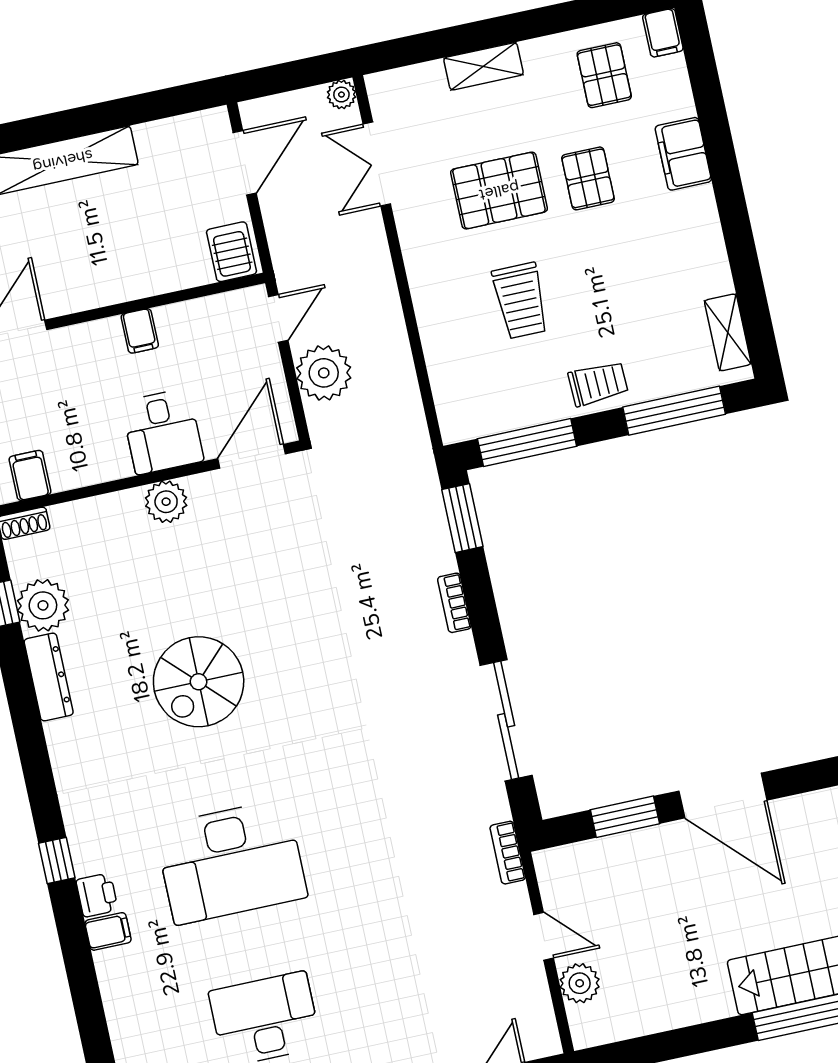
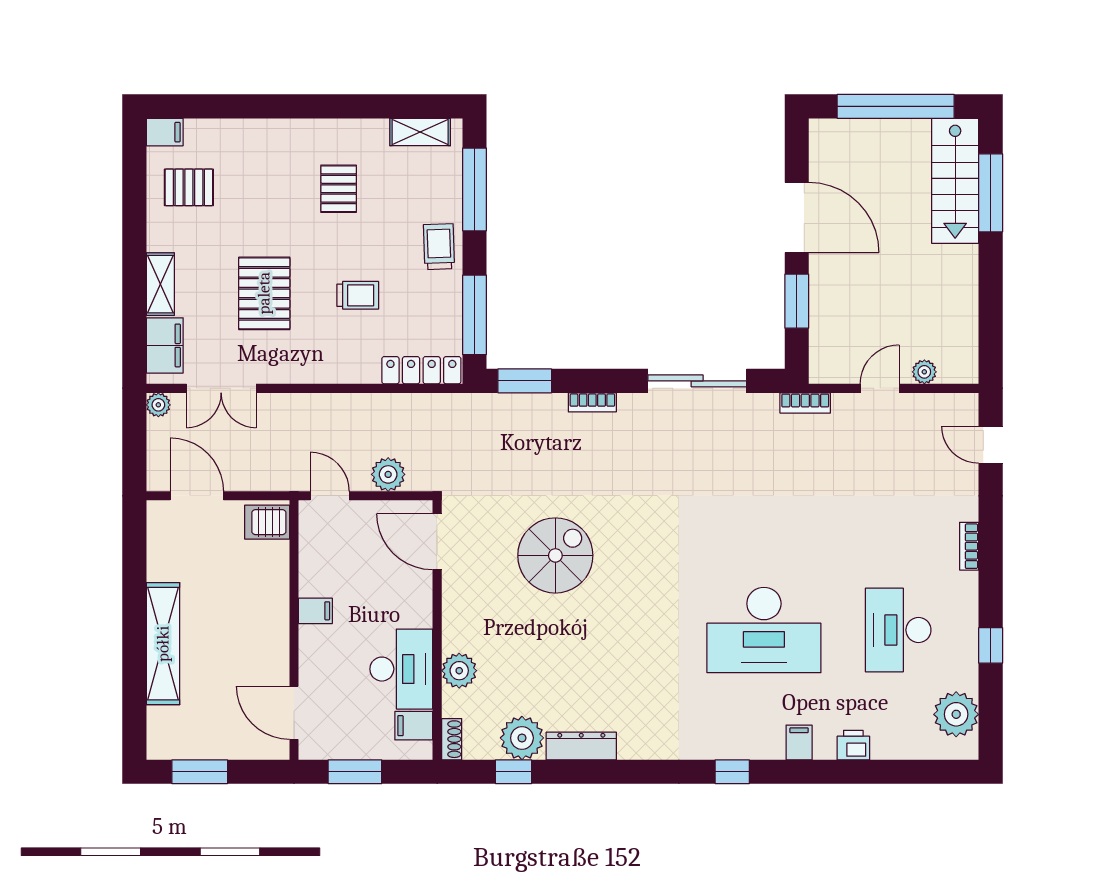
filing cabinet: (683, 154) -> (165, 345), moved, turned -90
pallet: (588, 178) -> (339, 189), moved, turned 90
trolley: (520, 301) -> (358, 295), width x0.73, depth x0.72
plant: (324, 373) -> (388, 474), width x0.73, depth x0.73
locker: (449, 394) -> (421, 370), added
desk: (162, 431) -> (401, 669), moved, width x1.37
plant: (166, 502) -> (459, 671), moved
spiral stairs: (199, 682) -> (555, 555), moved, turned -90
door: (723, 796) -> (797, 217), hinge flipped
desk: (231, 862) -> (764, 630), turned 90
printer: (97, 895) -> (853, 745), moved
plant: (580, 983) -> (924, 372), width x0.73, depth x0.73

